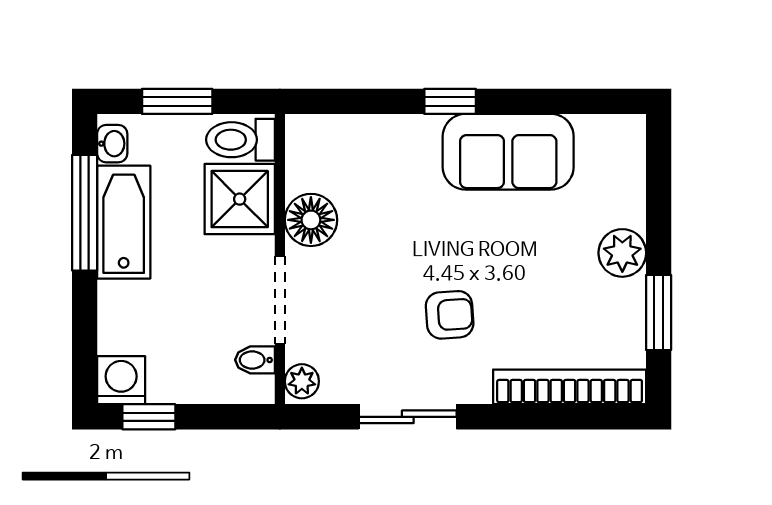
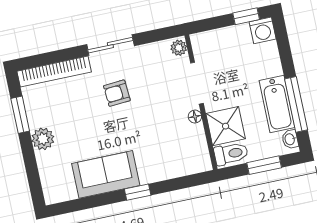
floor lamp: (311, 220) -> (195, 117), width x0.53, depth x0.53
bidet: (255, 360) -> (203, 53), removed
sliding door: (408, 417) -> (110, 45), moved

